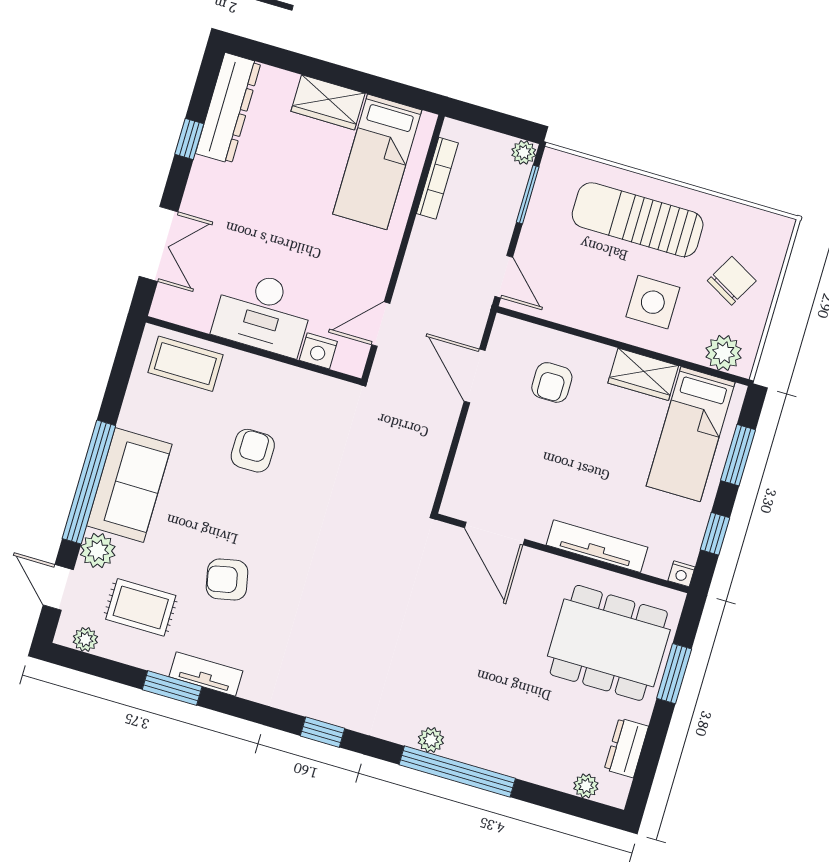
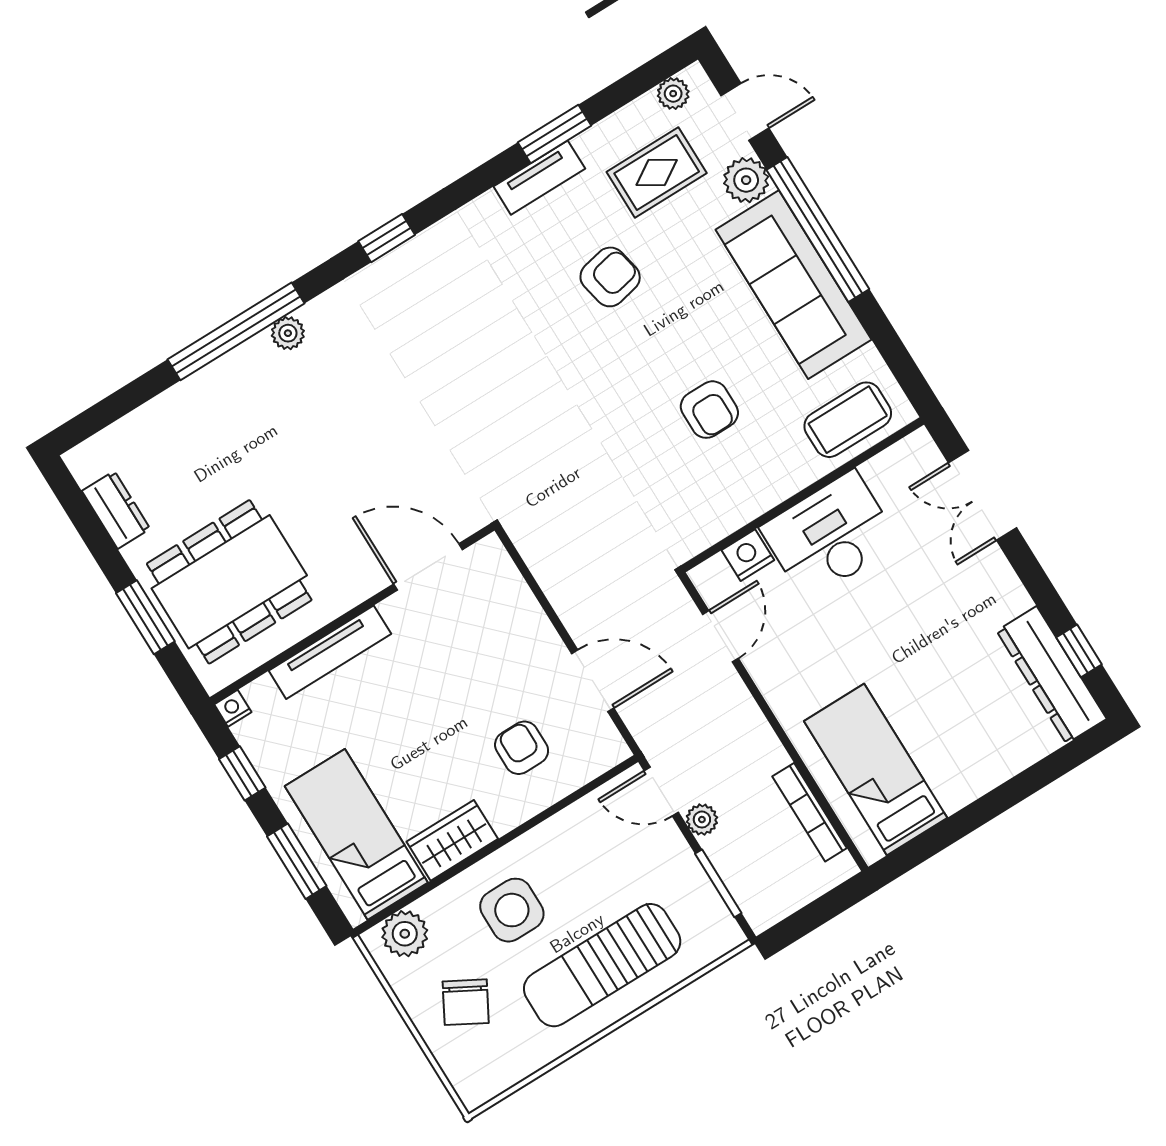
wardrobe: (328, 102) -> (973, 774), removed
window: (189, 139) -> (1079, 651), moved
plant: (524, 152) -> (702, 820), moved
sun lounger: (638, 220) -> (602, 965), turned 180
sofa: (129, 485) -> (793, 285), width x1.36
plant: (586, 786) -> (114, 440), removed

